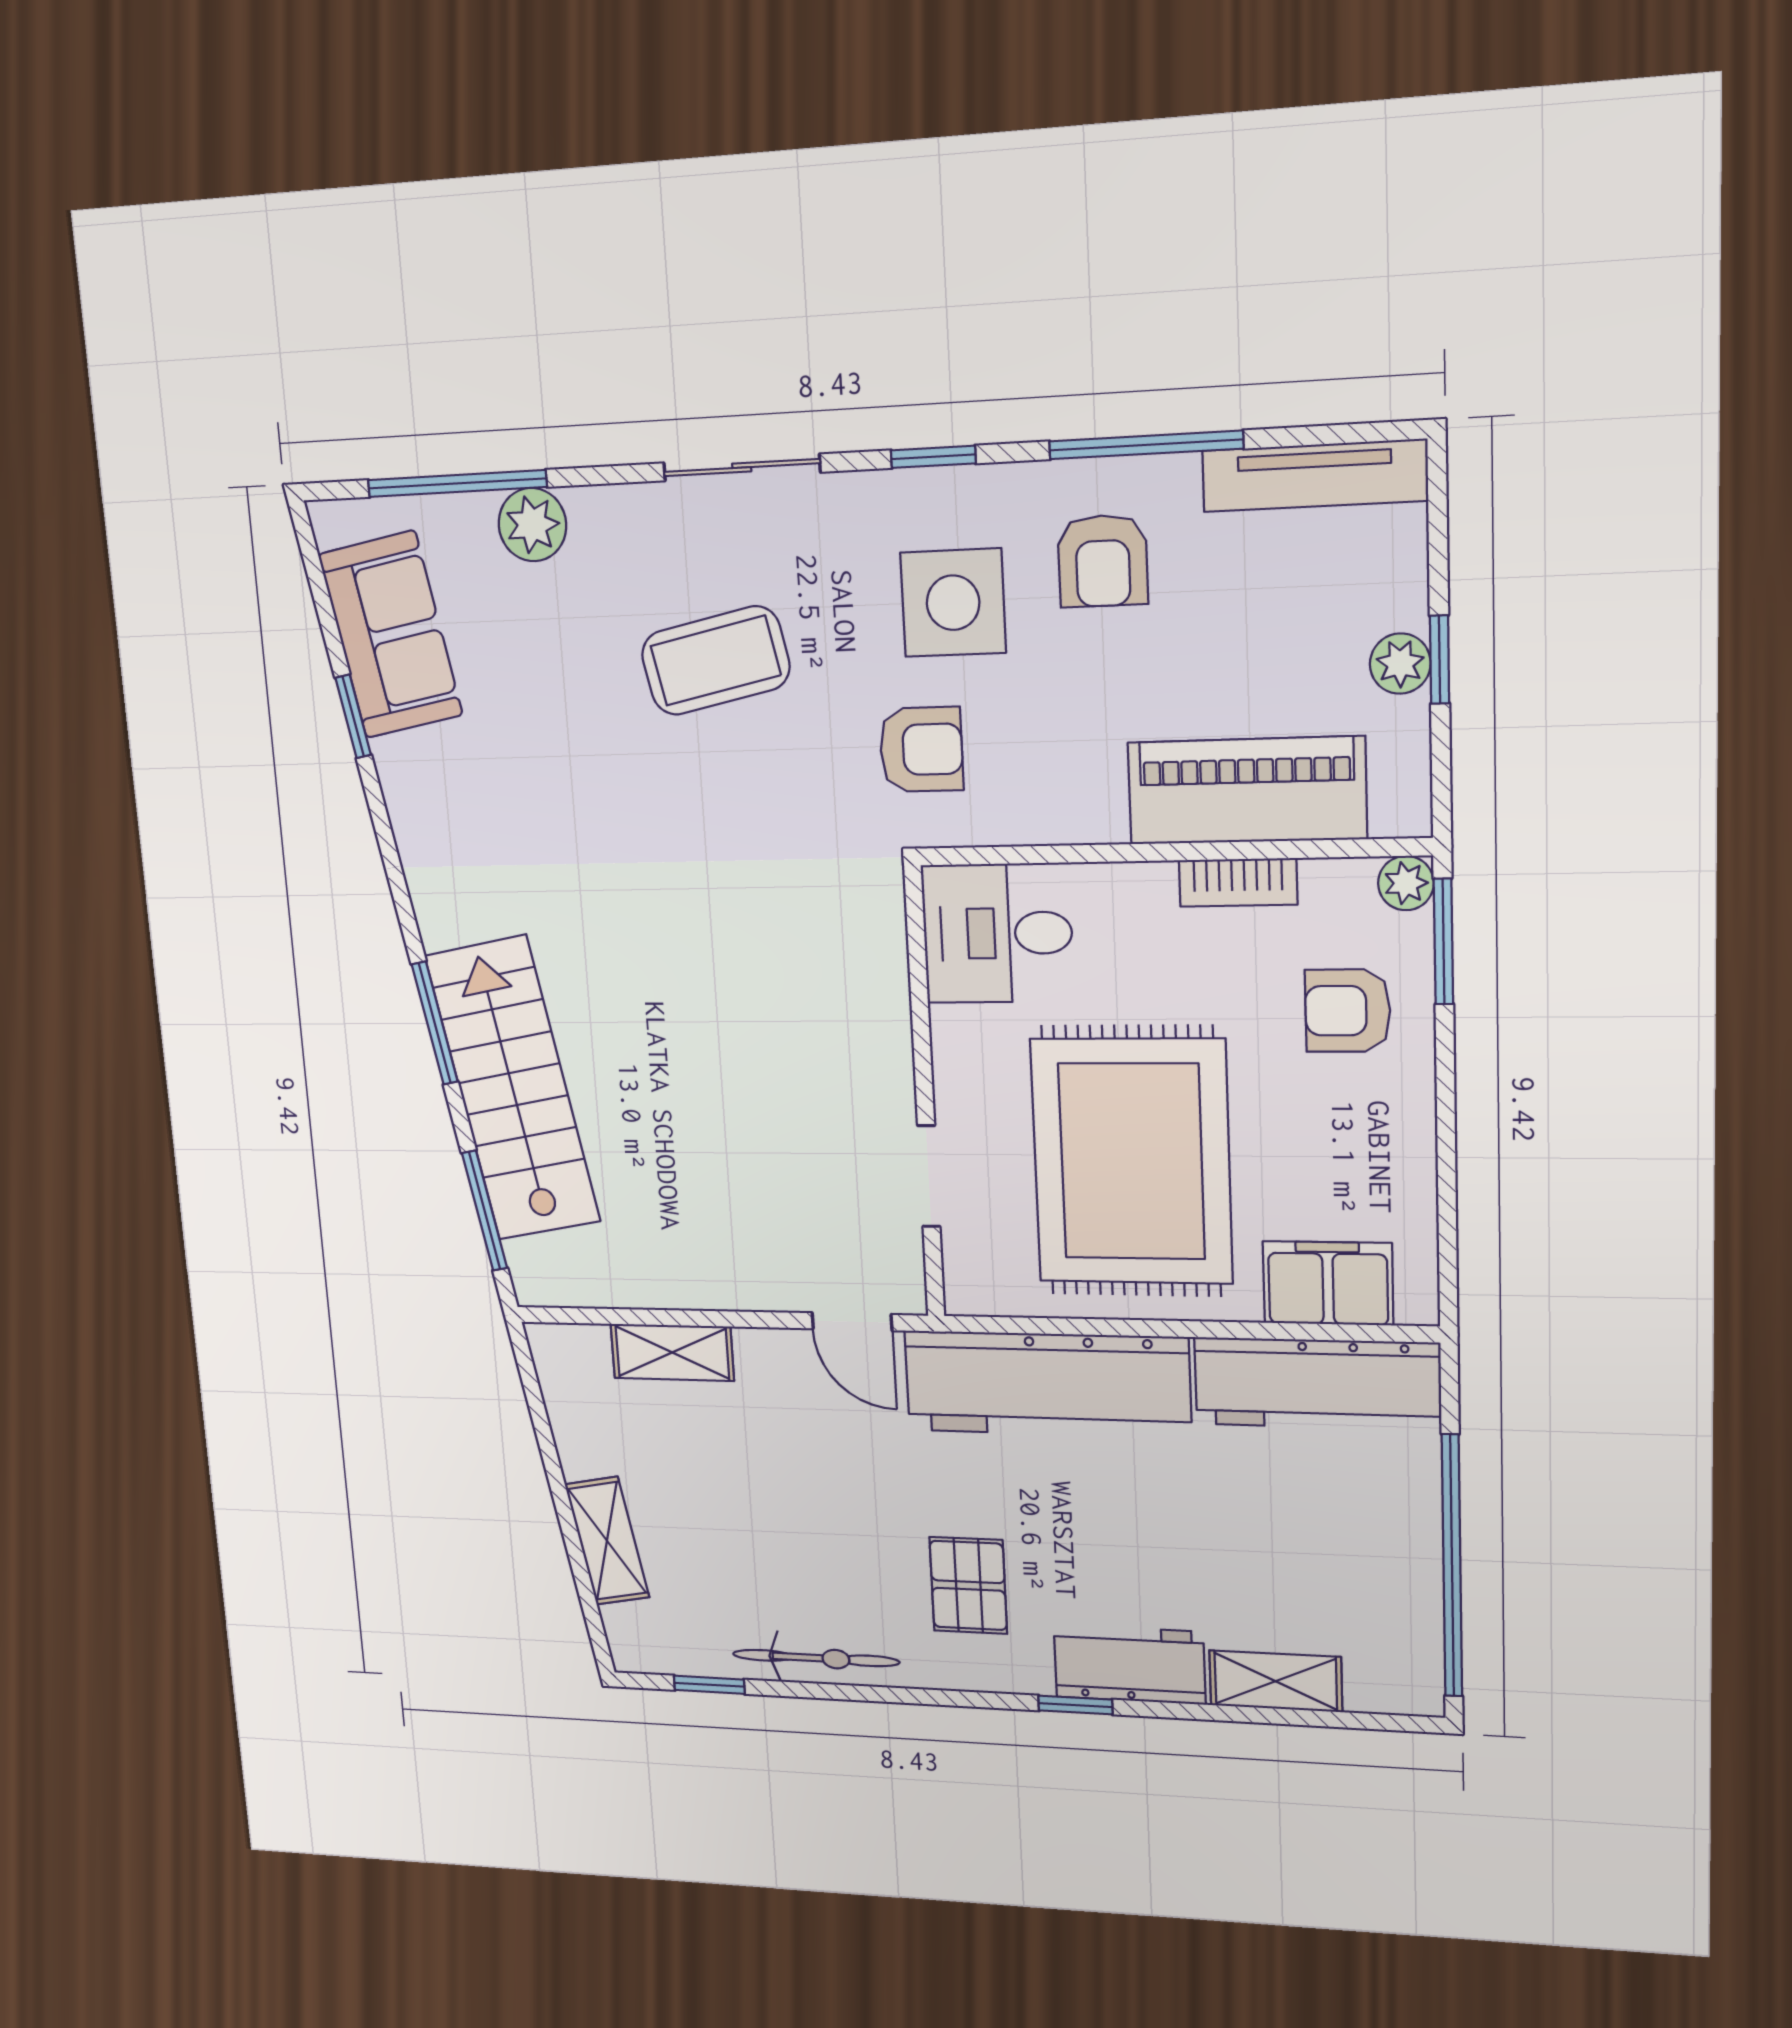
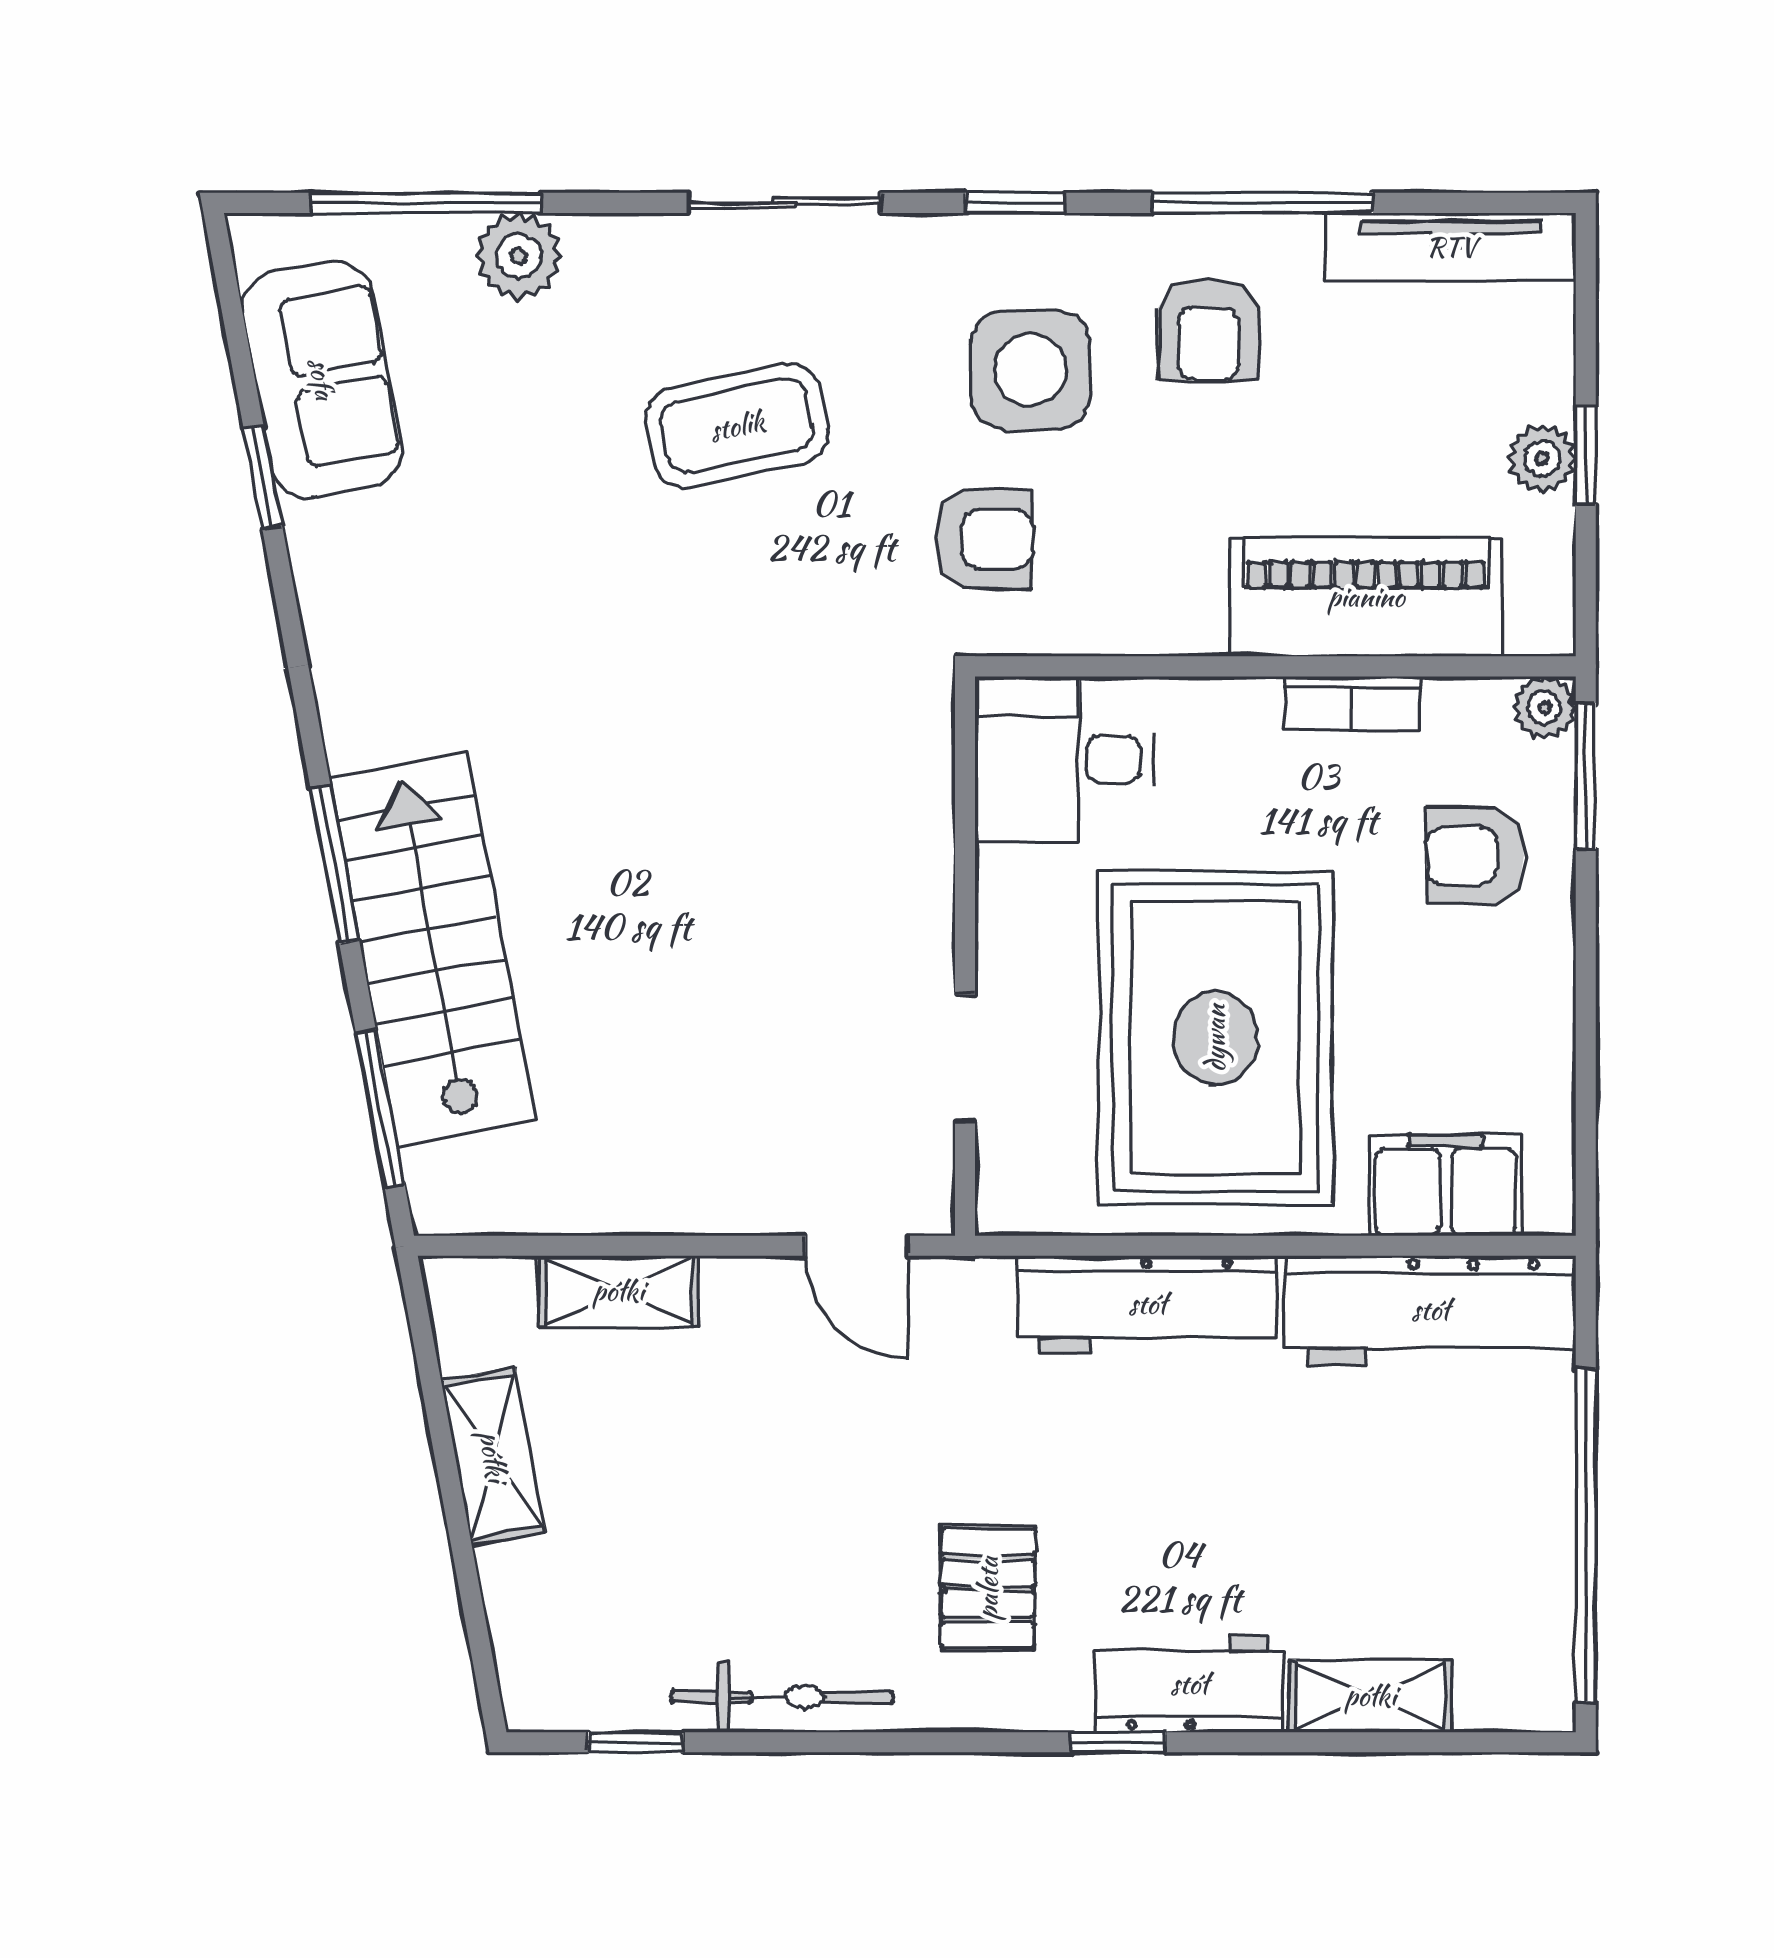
workbench: (1047, 1384) -> (1147, 1304), width x0.73, depth x0.76
shelving: (607, 1541) -> (493, 1456), moved

